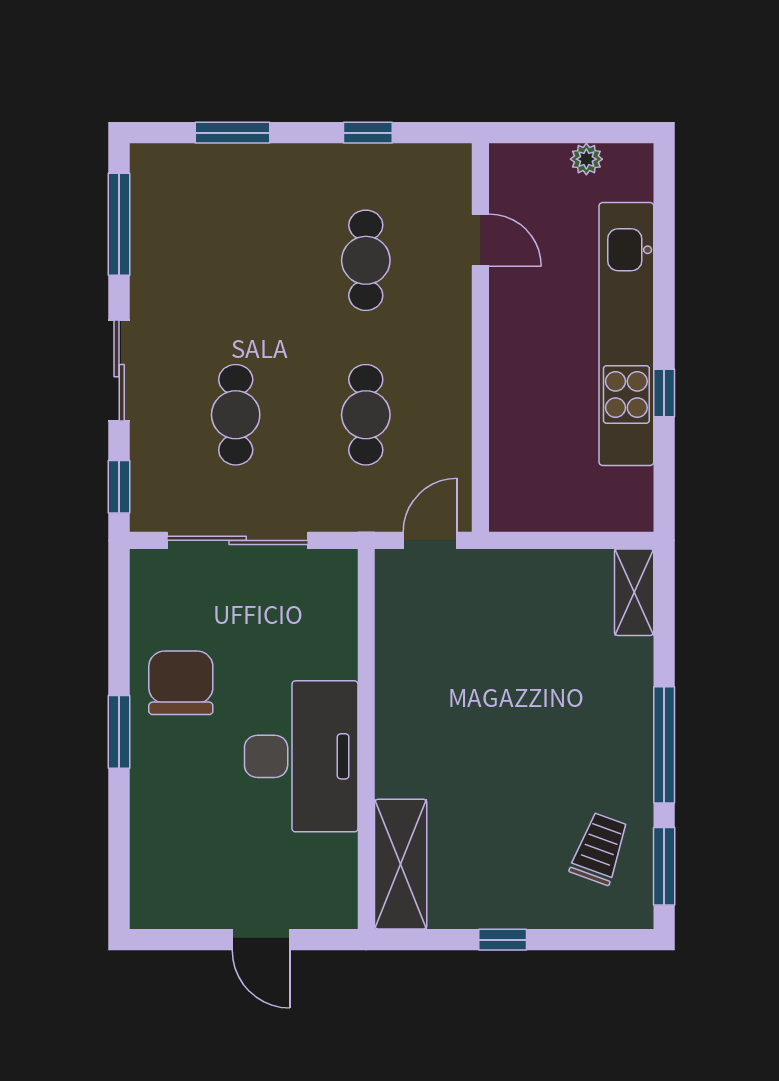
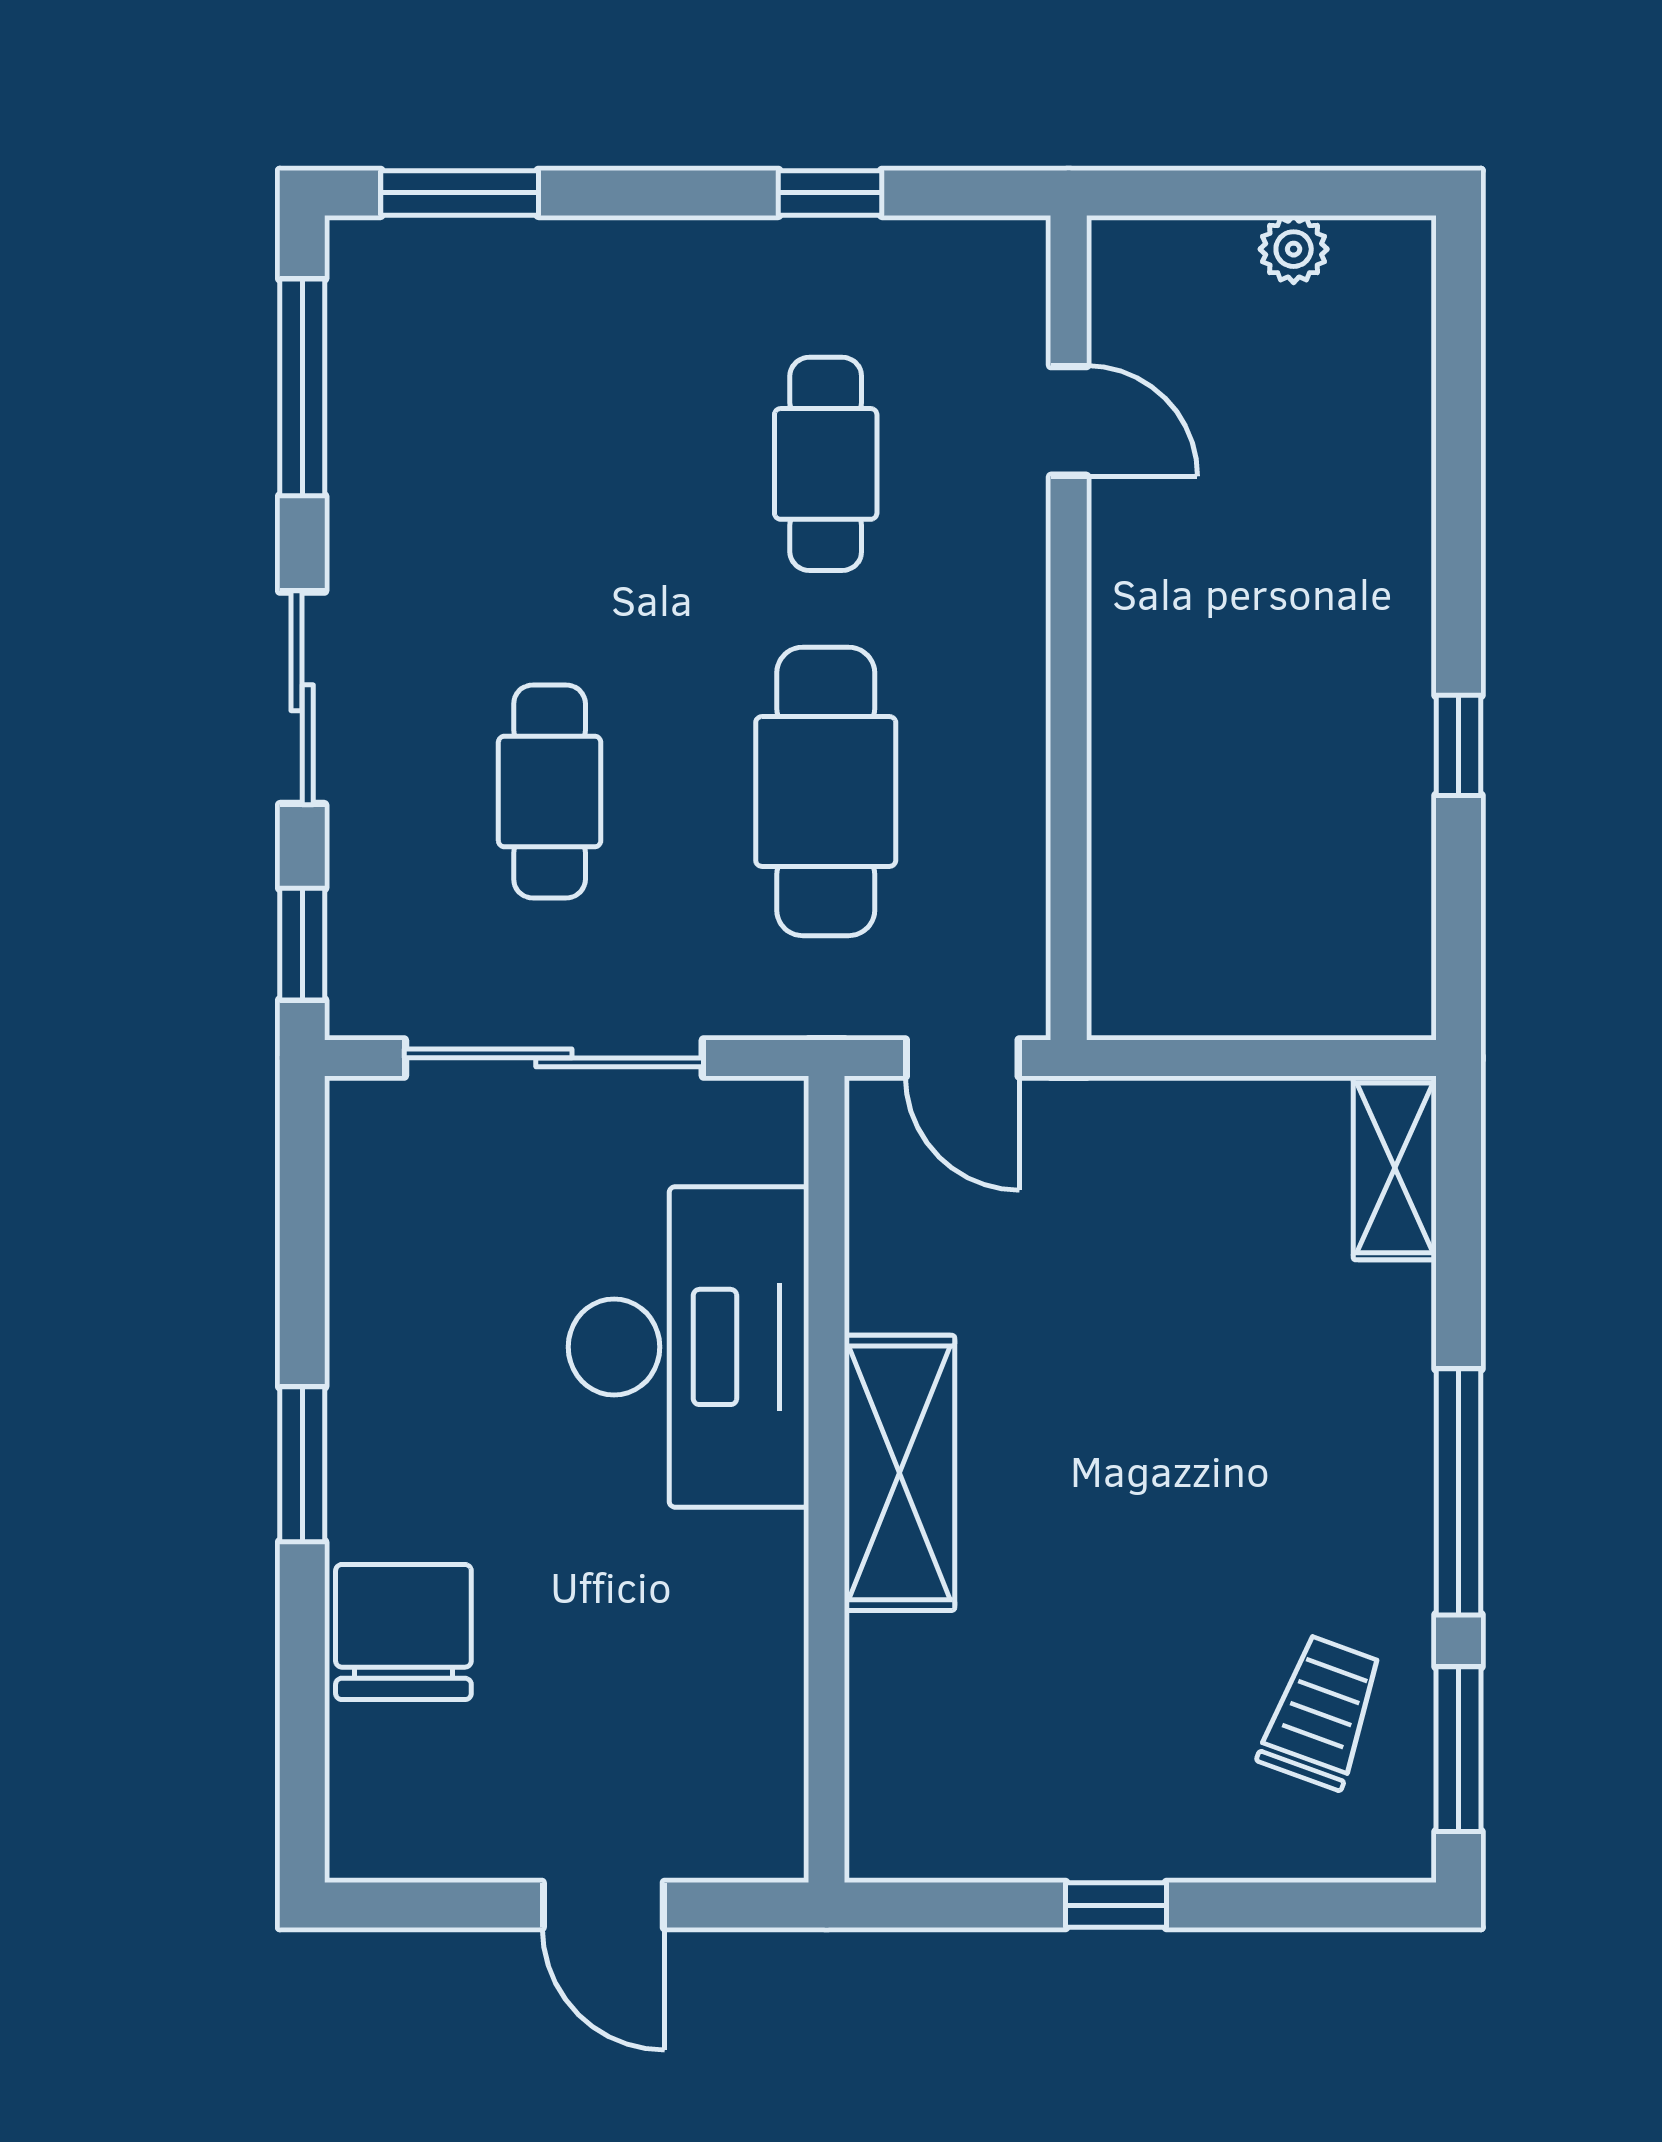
window: (233, 133) -> (460, 193), moved
kitchen unit: (626, 334) -> (1378, 620), removed
cafe table: (366, 415) -> (826, 791), width x1.37, depth x1.35
door: (430, 540) -> (962, 1058), swing flipped
chair: (181, 683) -> (403, 1632), moved
desk: (301, 756) -> (689, 1347), moved
shelving: (401, 864) -> (900, 1473), moved

